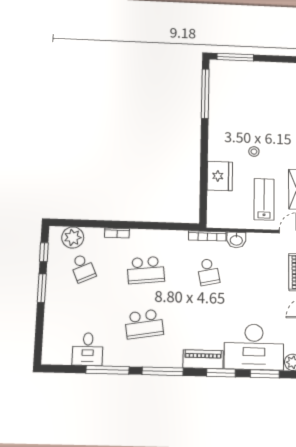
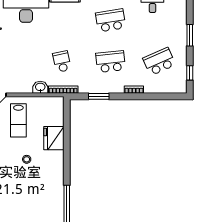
window: (162, 226) -> (99, 96), added
plant: (73, 237) -> (168, 85), removed
school desk: (83, 268) -> (159, 62), width x1.85
window: (42, 288) -> (190, 35), moved

